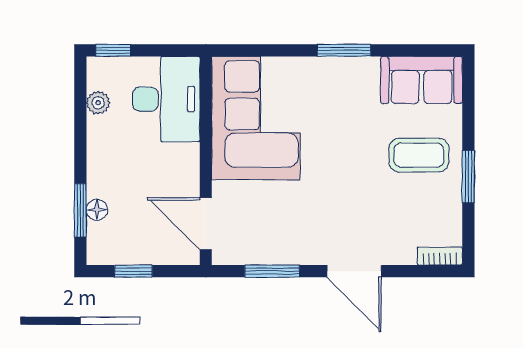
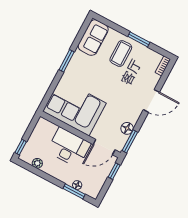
desk: (166, 99) -> (69, 147), moved
floor lamp: (270, 251) -> (127, 128), added
window: (133, 271) -> (114, 171), moved
window: (272, 271) -> (130, 141), moved

